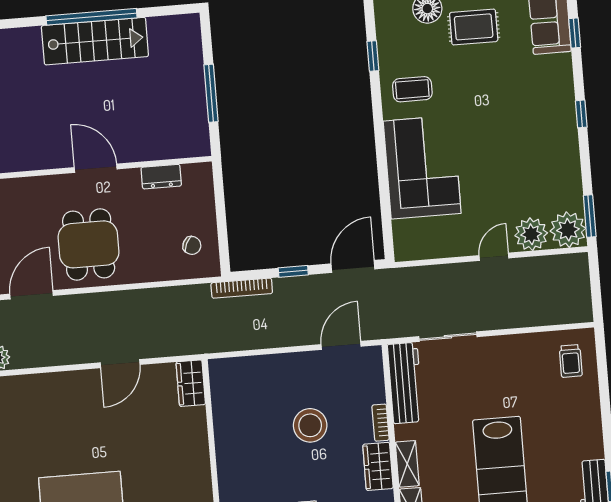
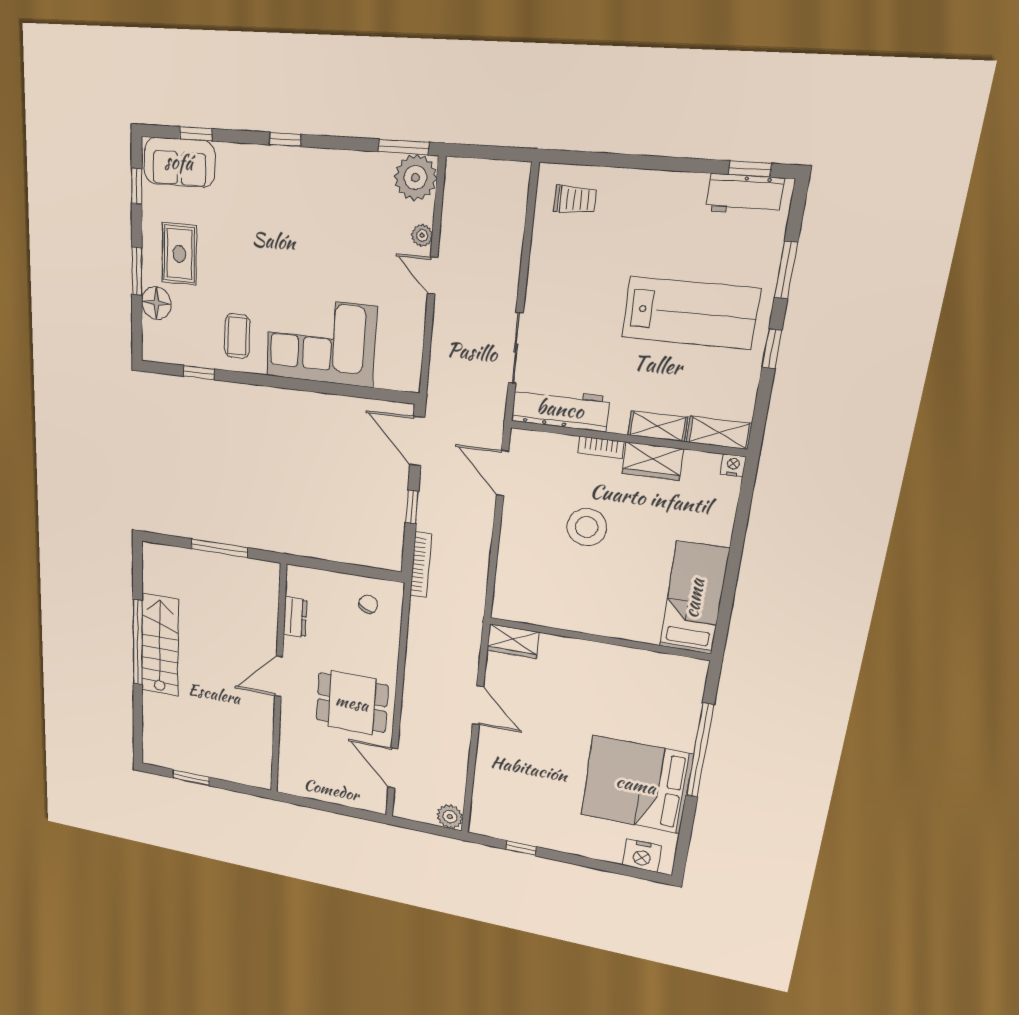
plant: (531, 234) -> (422, 235), width x0.53, depth x0.53

